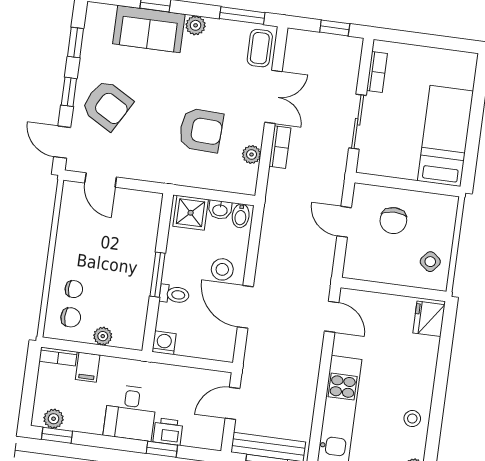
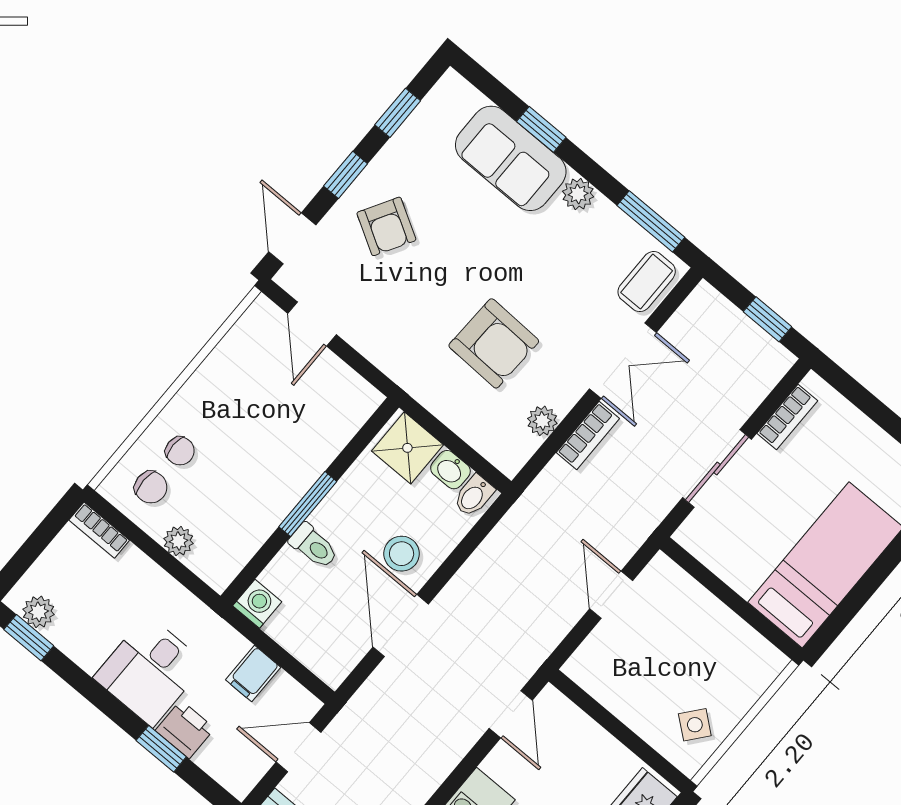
armchair: (107, 105) -> (386, 226), width x0.72, depth x0.72
chair: (393, 221) -> (680, 636), removed
filing cabinet: (88, 367) -> (253, 674), moved

